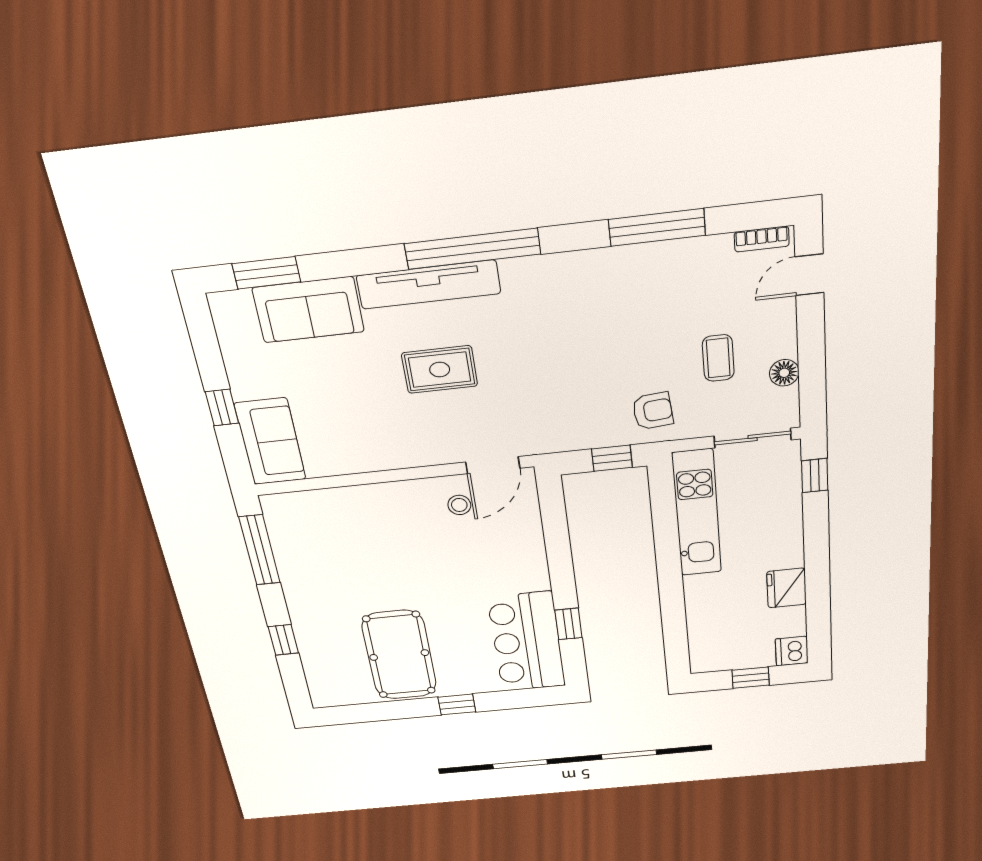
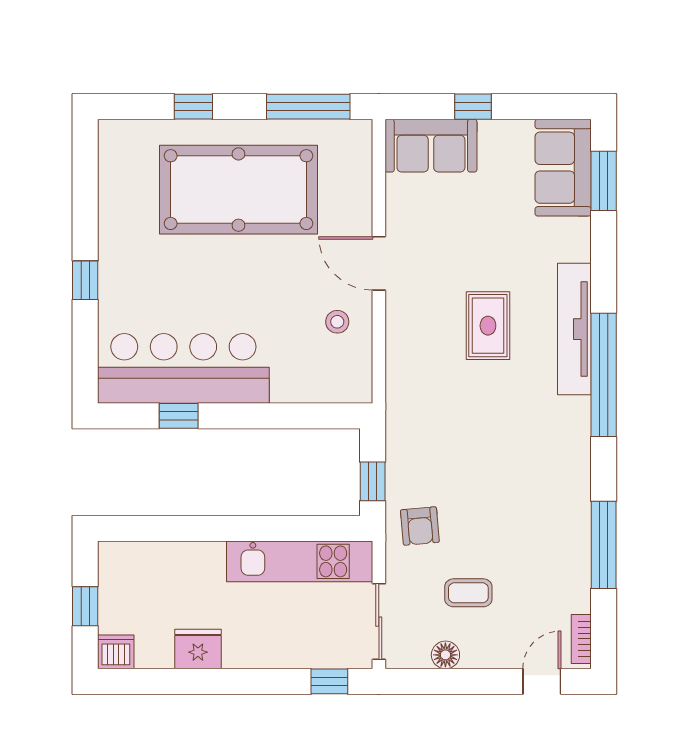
door: (809, 275) -> (542, 681), hinge flipped
sofa: (308, 310) -> (563, 168), moved
door: (493, 465) -> (379, 263), moved
bar counter: (527, 642) -> (183, 368), width x1.36
pool table: (399, 655) -> (238, 190), moved, width x1.36, depth x1.32

